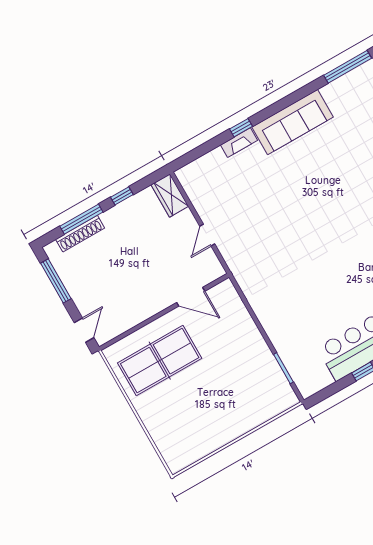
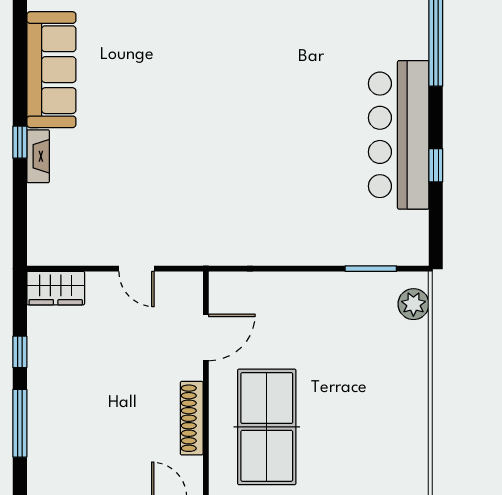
shoe rack: (80, 234) -> (192, 418), moved, turned 180
plant: (277, 404) -> (413, 304), added

